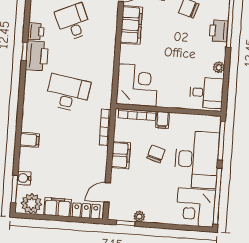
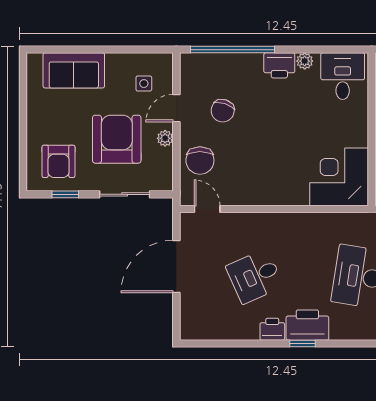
filing cabinet: (131, 25) -> (253, 192), removed
printer: (219, 31) -> (279, 65), moved

